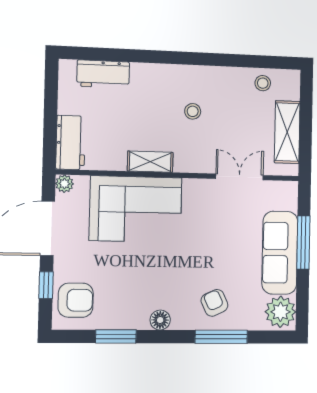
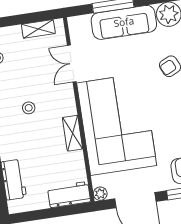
shelving: (287, 132) -> (38, 29), width x0.67, depth x0.75
corner sofa: (136, 209) -> (117, 124), width x1.36, depth x1.36

